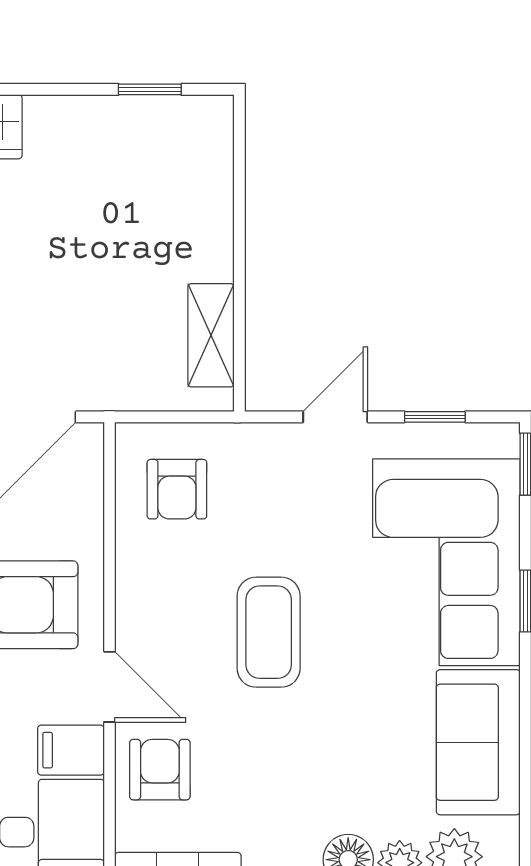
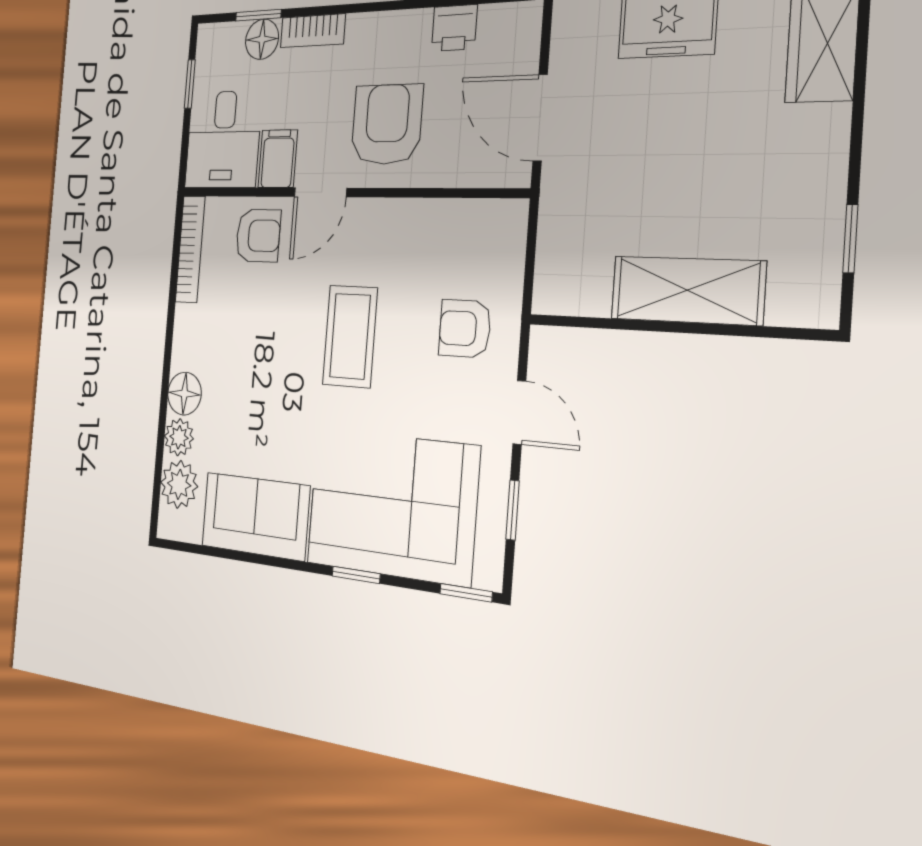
shelving: (211, 335) -> (687, 290), moved, width x1.50, depth x1.33
armchair: (177, 489) -> (465, 329), moved
coffee table: (269, 632) -> (350, 336), turned 90

